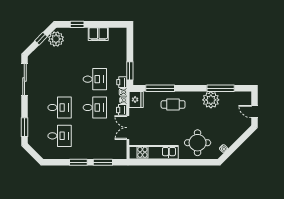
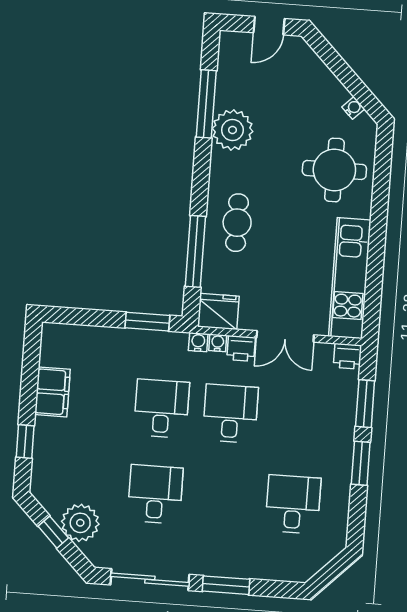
plant: (56, 39) -> (80, 523), moved
printer: (122, 82) -> (347, 356), moved
desk: (60, 107) -> (155, 494), moved
window: (24, 127) -> (226, 585), moved

